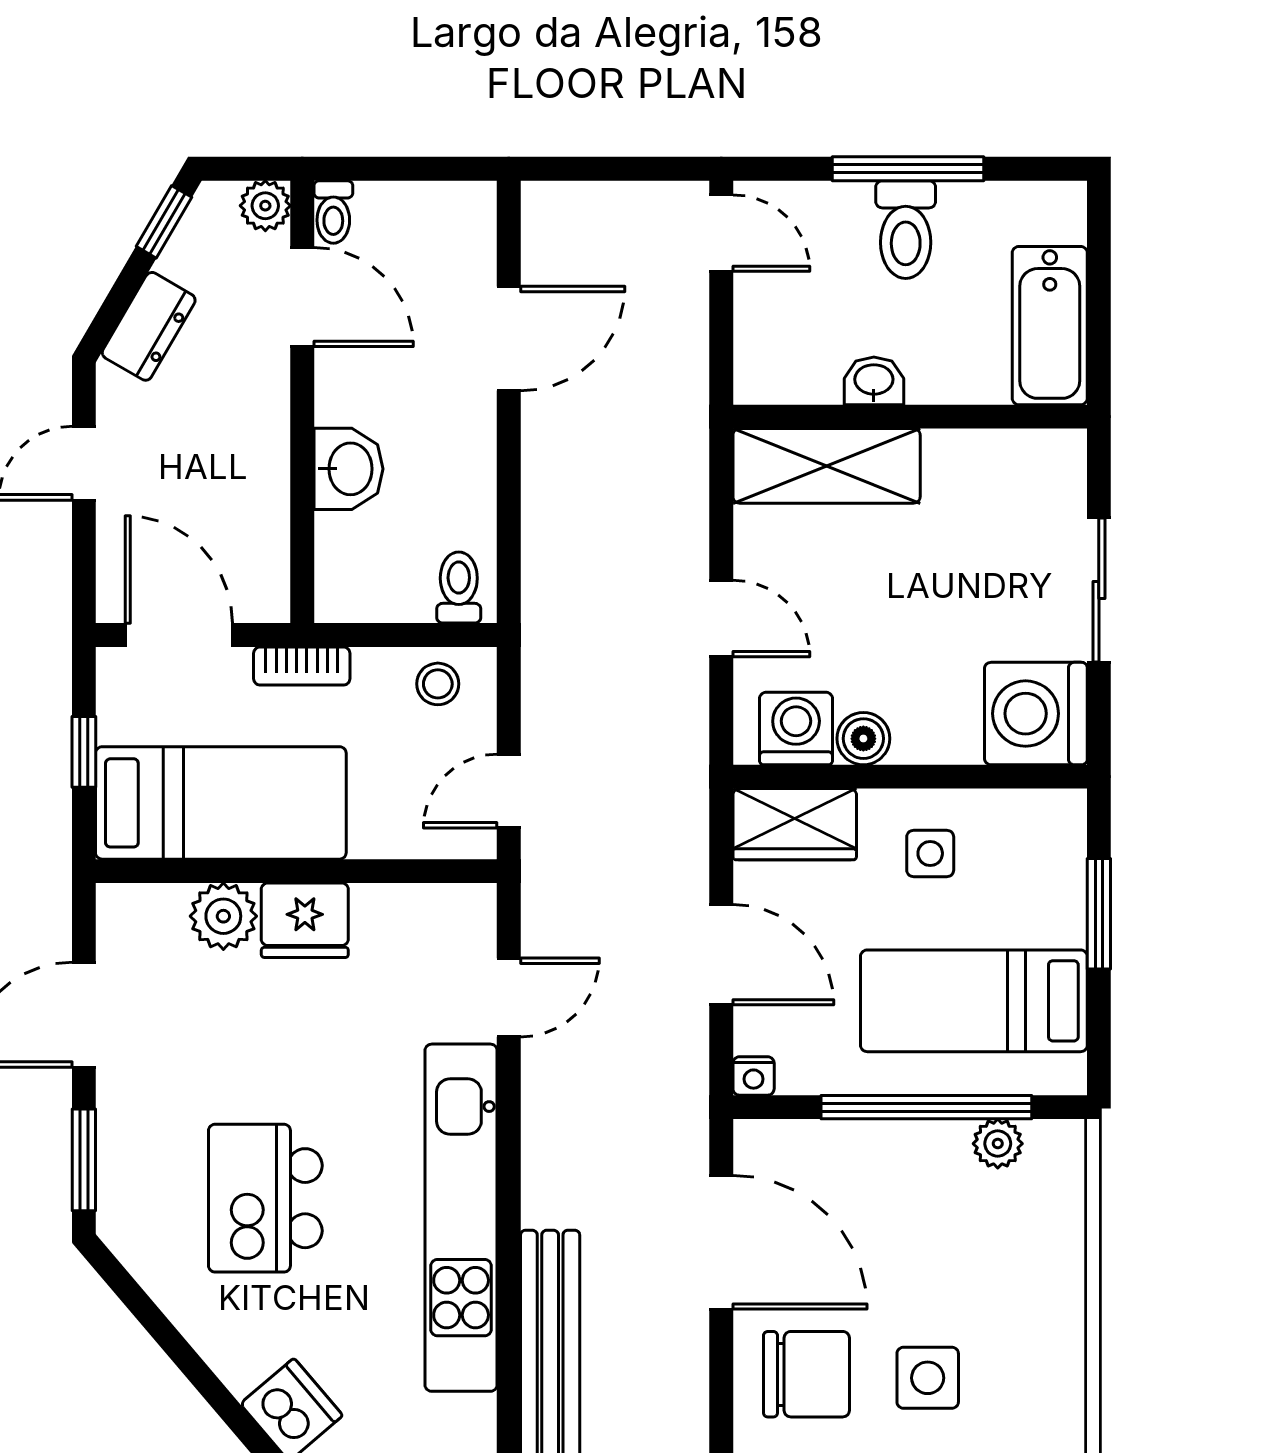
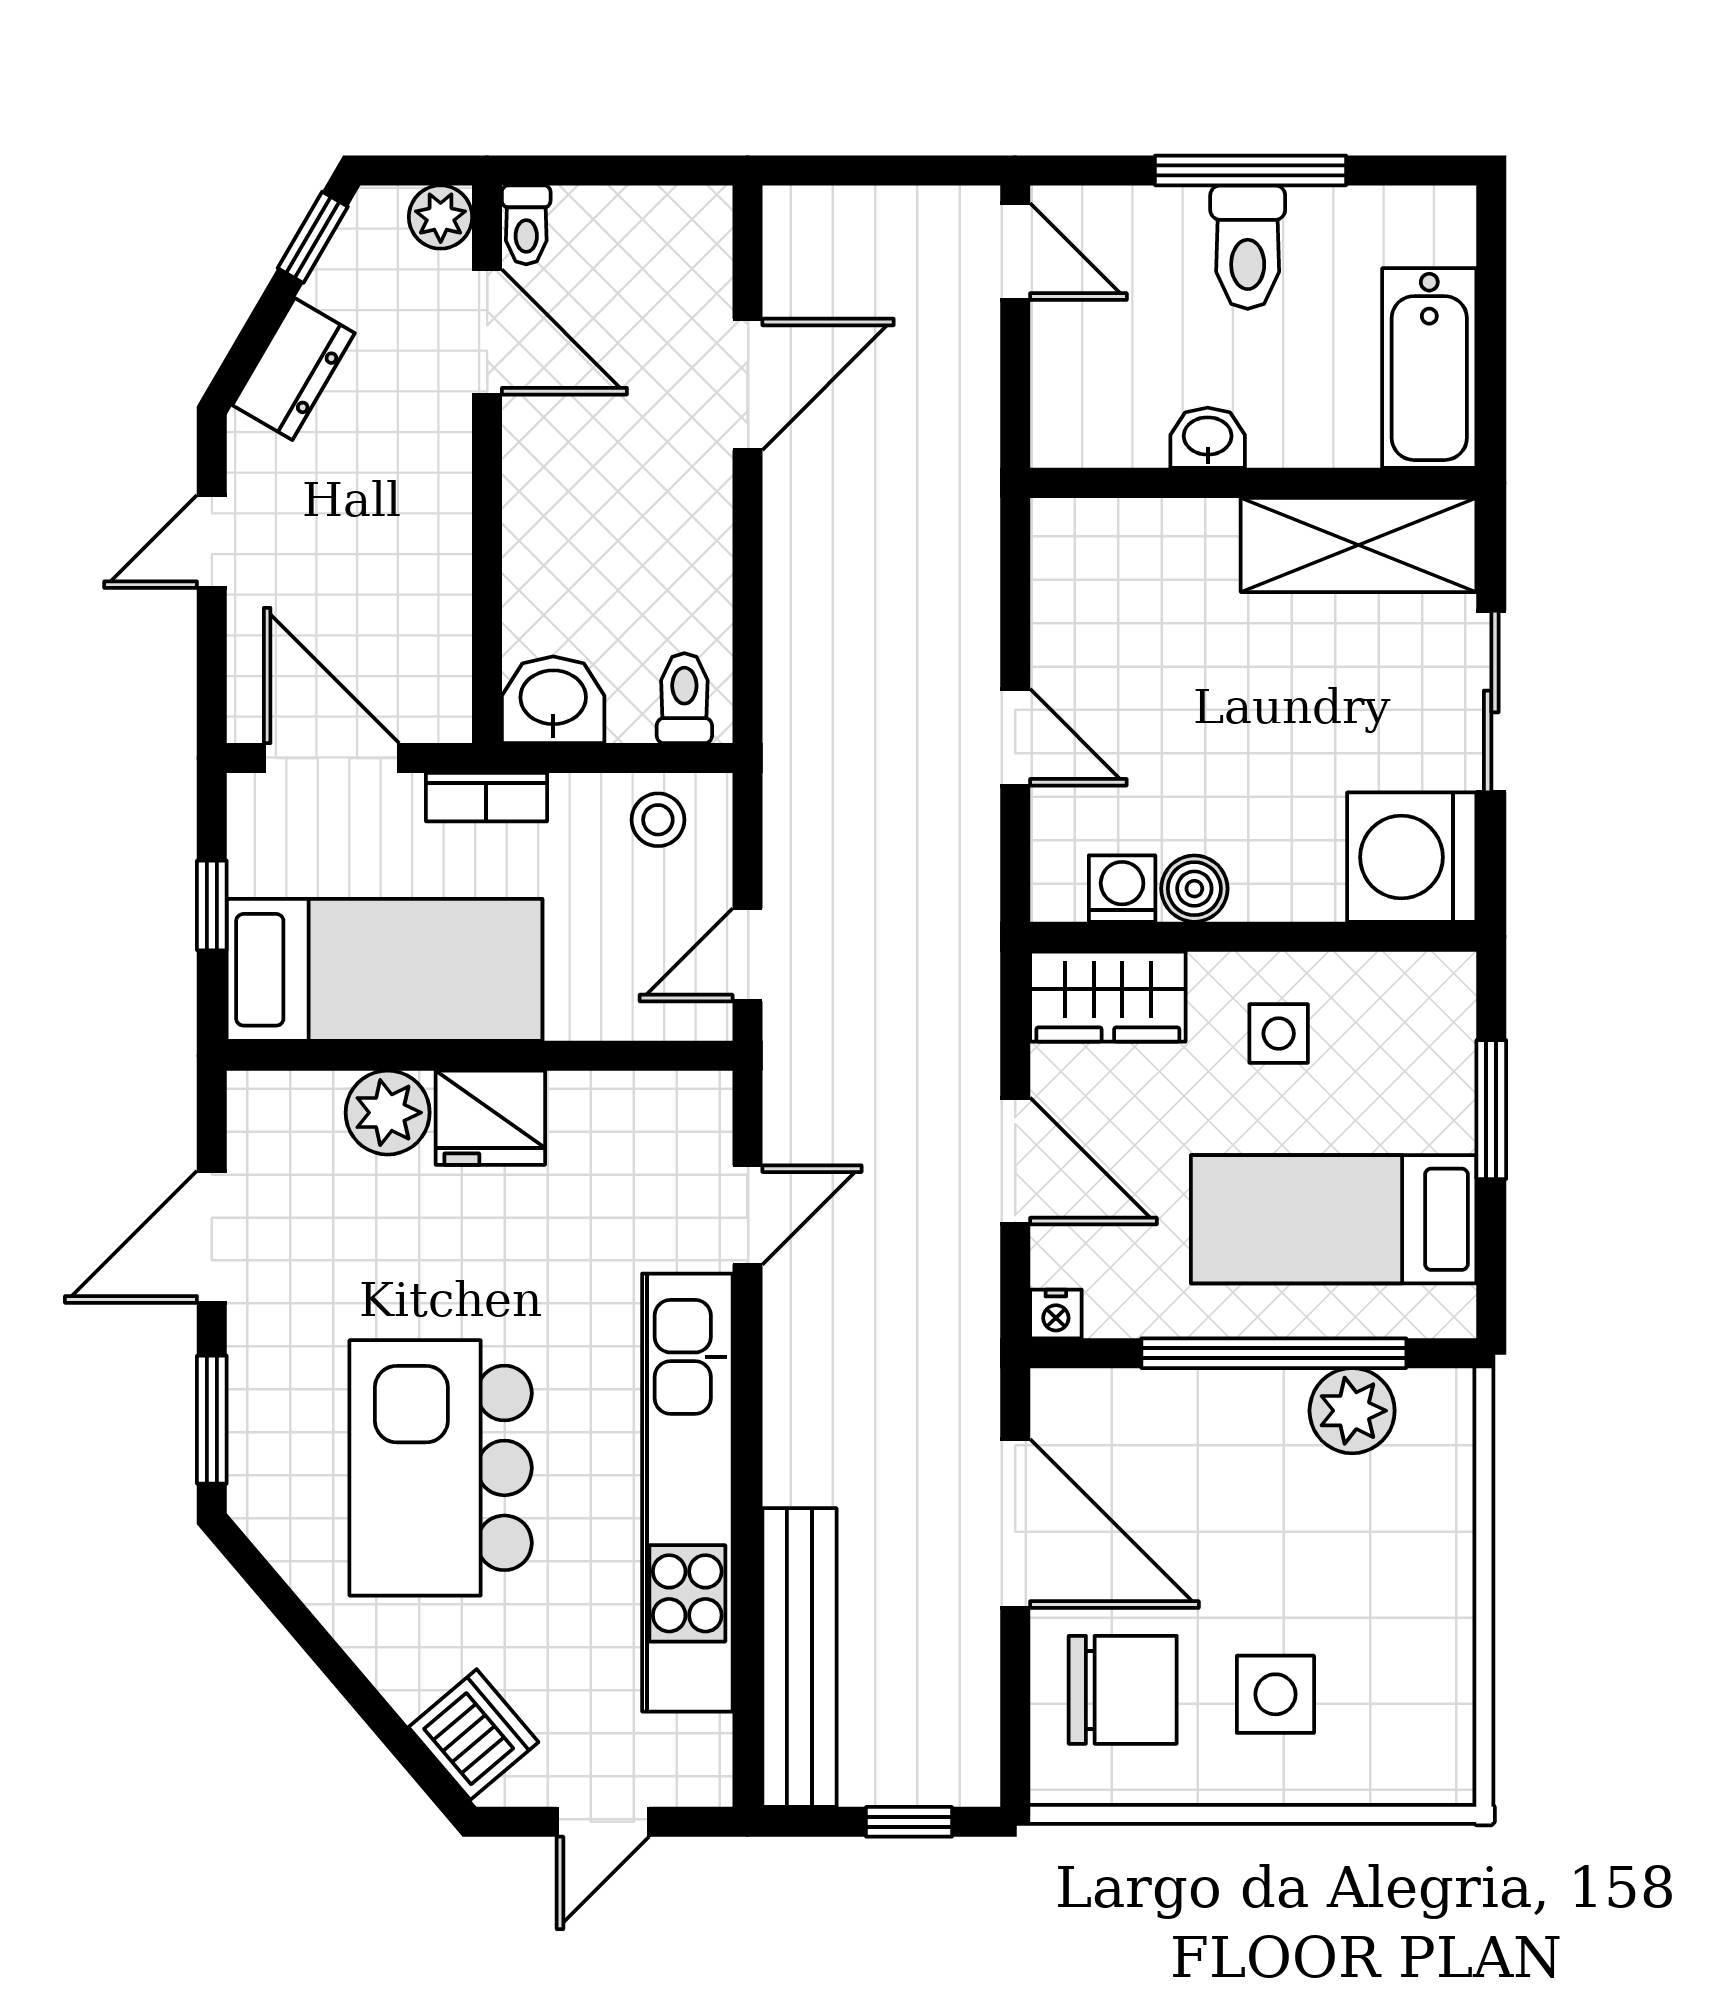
shelving: (827, 466) -> (1359, 545), moved
washbasin: (348, 469) -> (553, 700), moved, turned -90
washing machine: (796, 728) -> (1122, 889), width x0.73, depth x0.73
plant: (998, 1144) -> (1352, 1411), width x1.38, depth x1.38
kitchen island: (265, 1198) -> (441, 1468), width x1.37, depth x1.28

